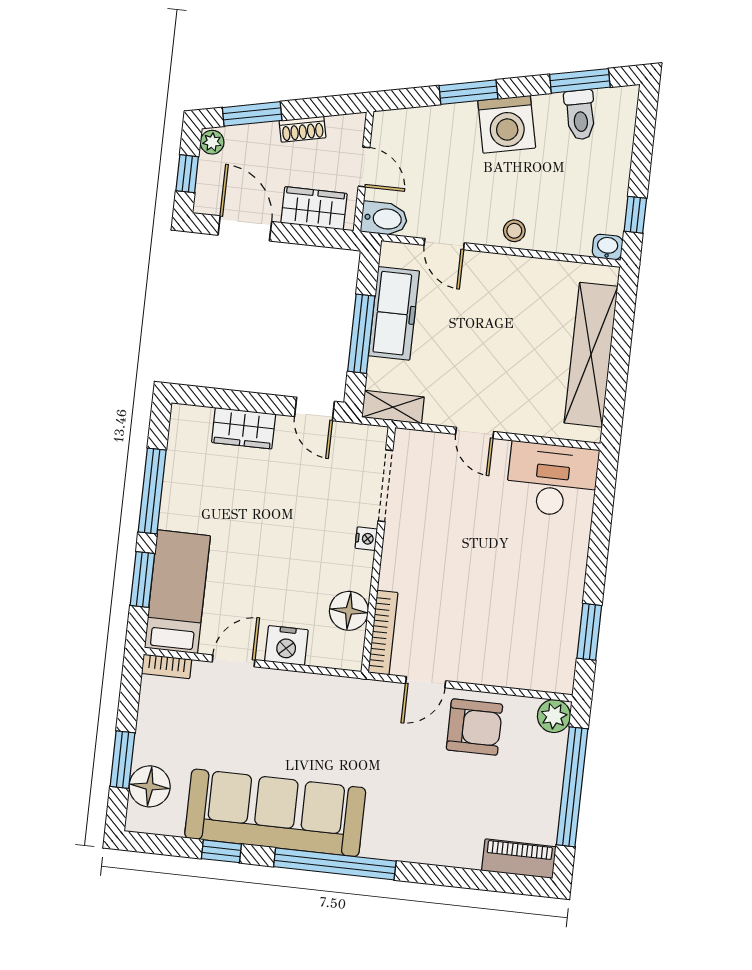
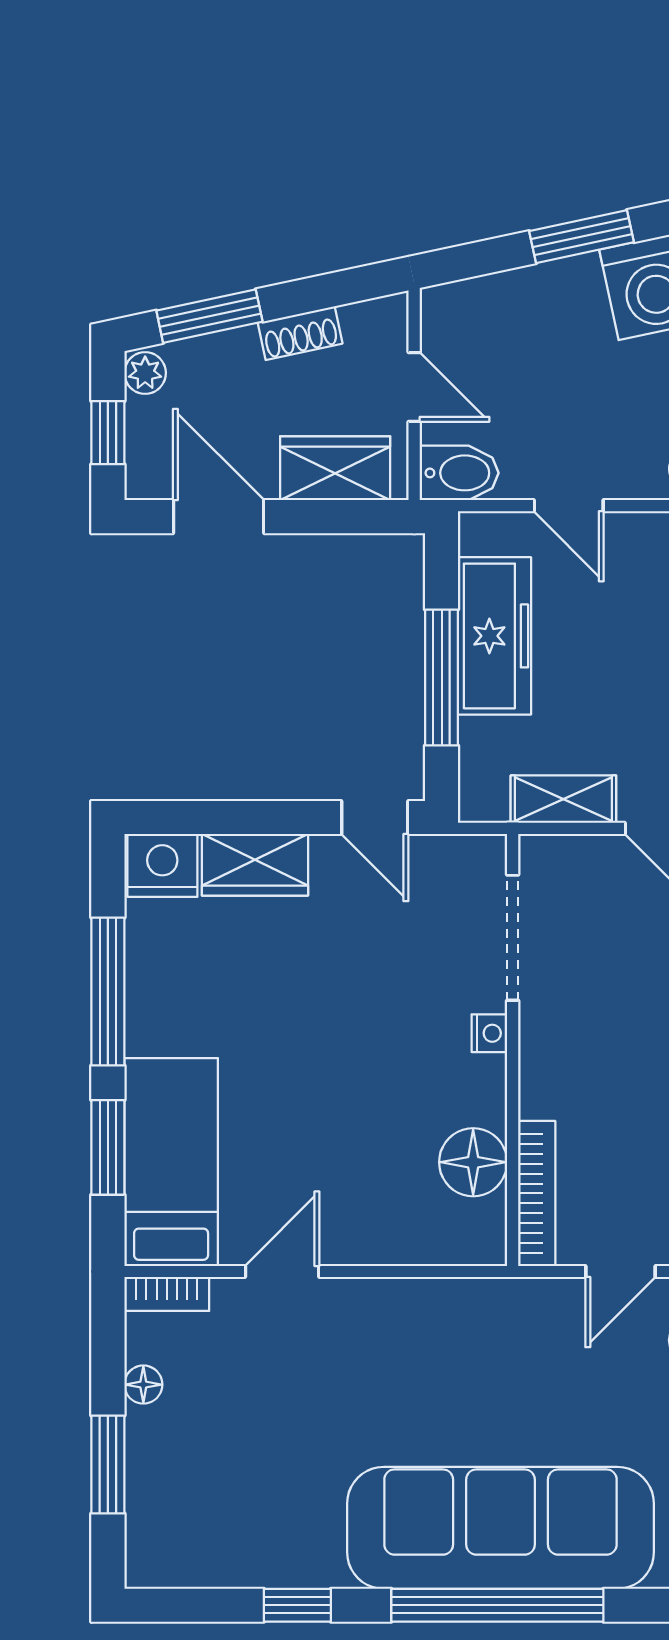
shelving: (393, 407) -> (563, 799), moved
nightstand: (286, 646) -> (162, 865), moved, turned 180
floor lamp: (150, 786) -> (143, 1385), moved, width x0.53, depth x0.53
sofa: (275, 813) -> (500, 1528), moved

